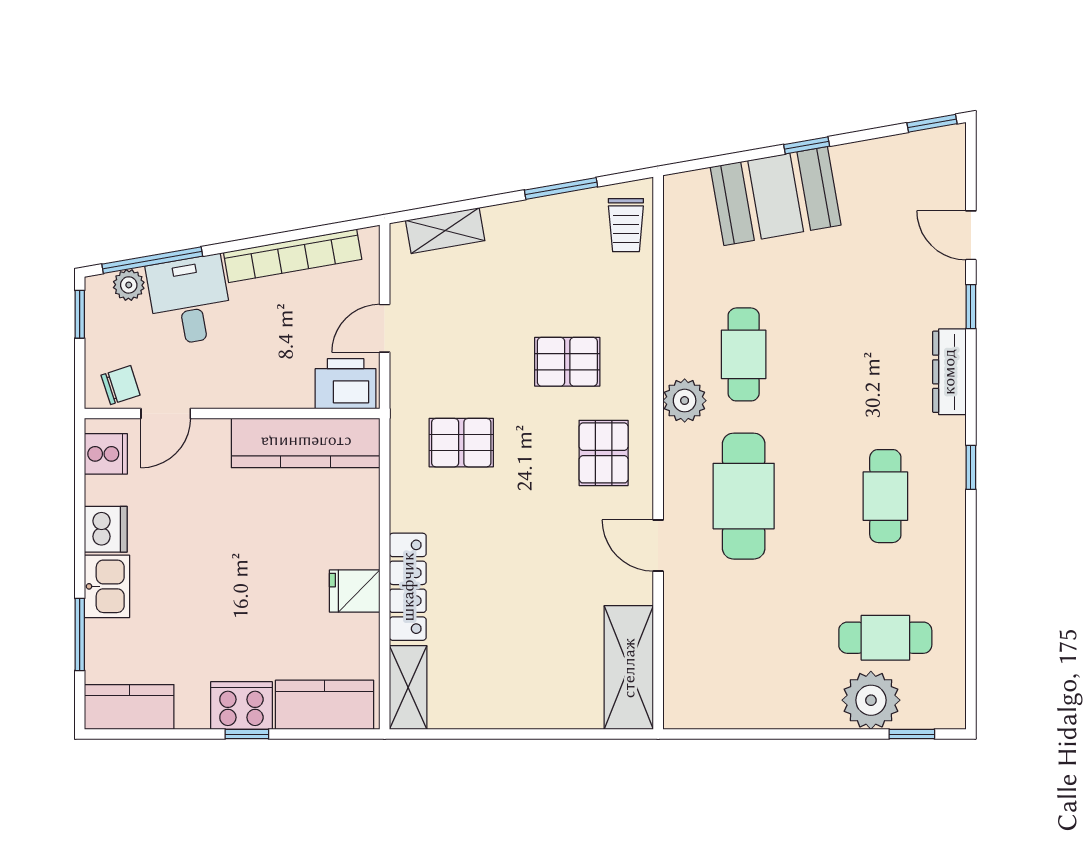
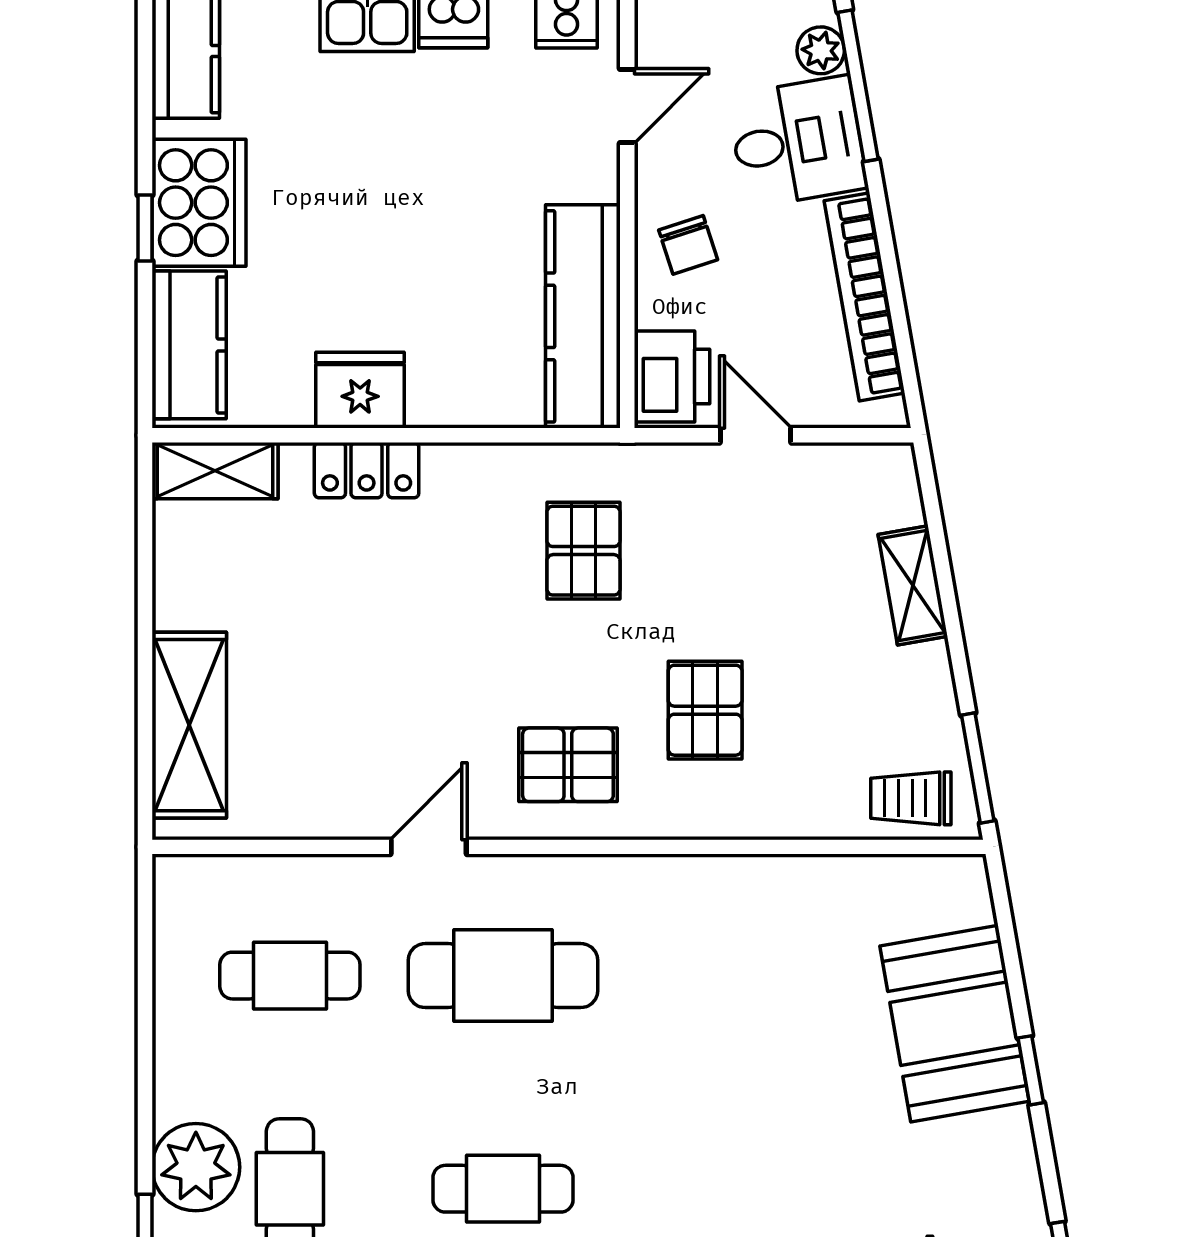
window: (561, 188) -> (978, 768), moved
shelving: (445, 231) -> (913, 585), moved
cafe table: (744, 354) -> (290, 976), moved
chair: (121, 385) -> (688, 245), moved
plant: (685, 401) -> (647, 887), removed
door: (166, 414) -> (627, 106), swing flipped
locker: (408, 587) -> (367, 470), width x0.66
fridge: (355, 591) -> (360, 390), width x1.38
shelving: (629, 668) -> (189, 725), moved, turned 90
cooker: (241, 706) -> (199, 203), width x1.37, depth x1.31

